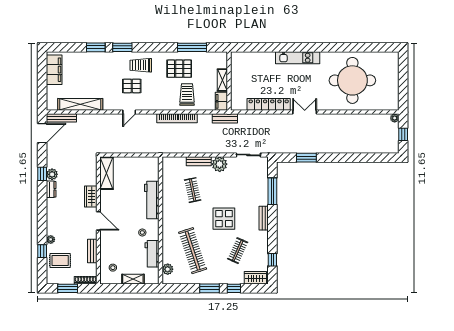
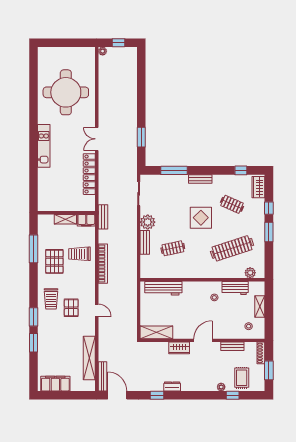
plant: (52, 174) -> (157, 386), removed
workbench: (152, 200) -> (163, 288), moved

